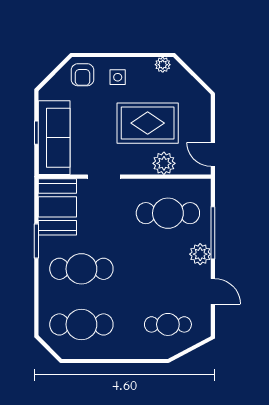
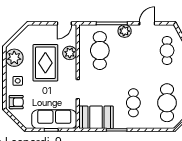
plant: (163, 65) -> (14, 58), width x1.87, depth x1.87
cafe table: (81, 269) -> (133, 103), width x0.73, depth x0.74

